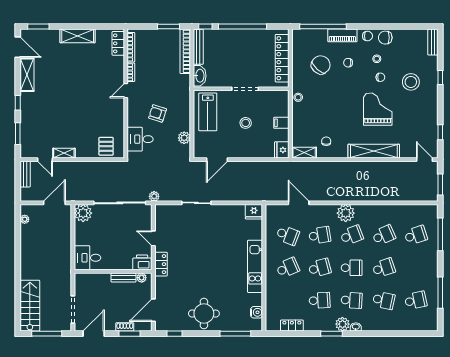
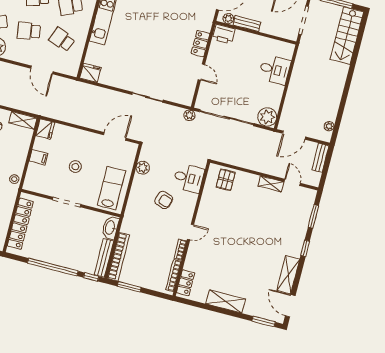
bench: (25, 174) -> (320, 158), moved
printer: (142, 262) -> (224, 34), moved
wall: (113, 271) -> (256, 33), moved
bench: (123, 278) -> (247, 24), moved
plant: (142, 278) -> (228, 19), moved

